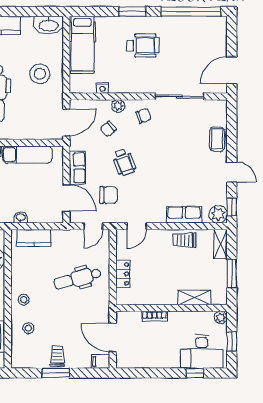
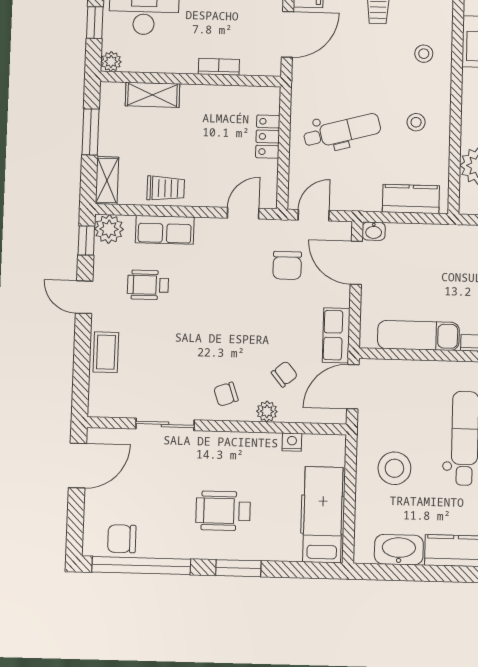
washbasin: (49, 25) -> (399, 550), moved
chair: (203, 27) -> (122, 539), added
sliding door: (180, 96) -> (165, 424), width x0.73
wheelchair: (124, 162) -> (148, 285), moved, turned -69
row of seats: (77, 168) -> (336, 335), moved
chair: (109, 195) -> (287, 265), turned -90
washbasin: (21, 217) -> (374, 231), moved
stool: (24, 300) -> (416, 122), moved
door: (113, 338) -> (287, 34), hinge flipped

